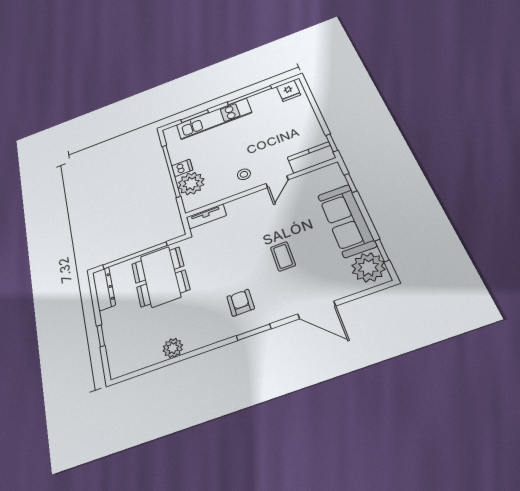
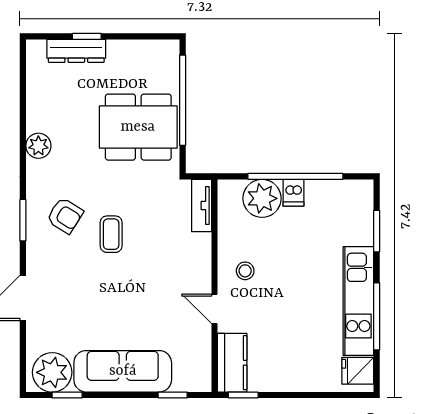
kitchen unit: (214, 119) -> (358, 301), moved
coffee table: (283, 256) -> (111, 234), moved, turned 90
dresser: (104, 289) -> (76, 51), moved
armchair: (241, 303) -> (65, 216), turned 32
plant: (173, 348) -> (38, 146), moved

